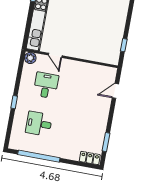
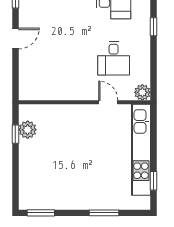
plant: (115, 47) -> (28, 130), added
door: (115, 91) -> (15, 39), moved

